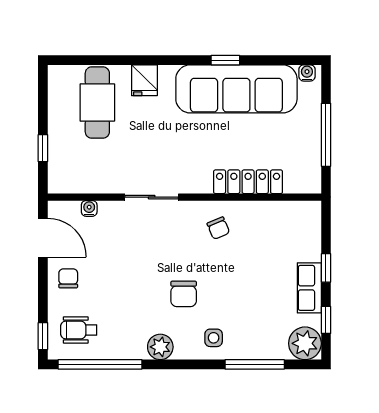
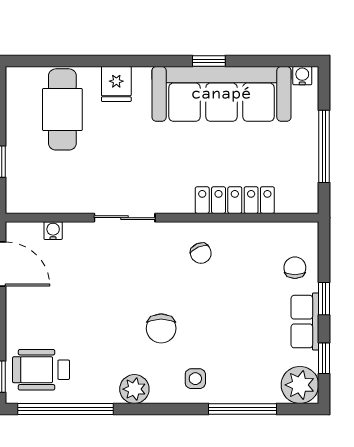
chair: (68, 278) -> (295, 268), moved
wheelchair: (79, 330) -> (41, 370), width x1.36, depth x1.37

